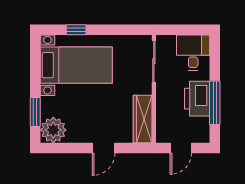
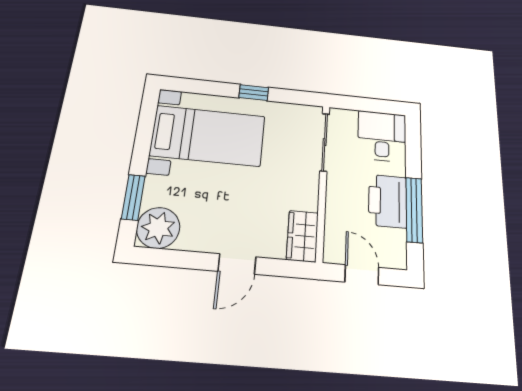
window: (76, 30) -> (254, 93), moved
wardrobe: (143, 119) -> (302, 236), width x0.67
door: (181, 148) -> (362, 275), swing flipped

